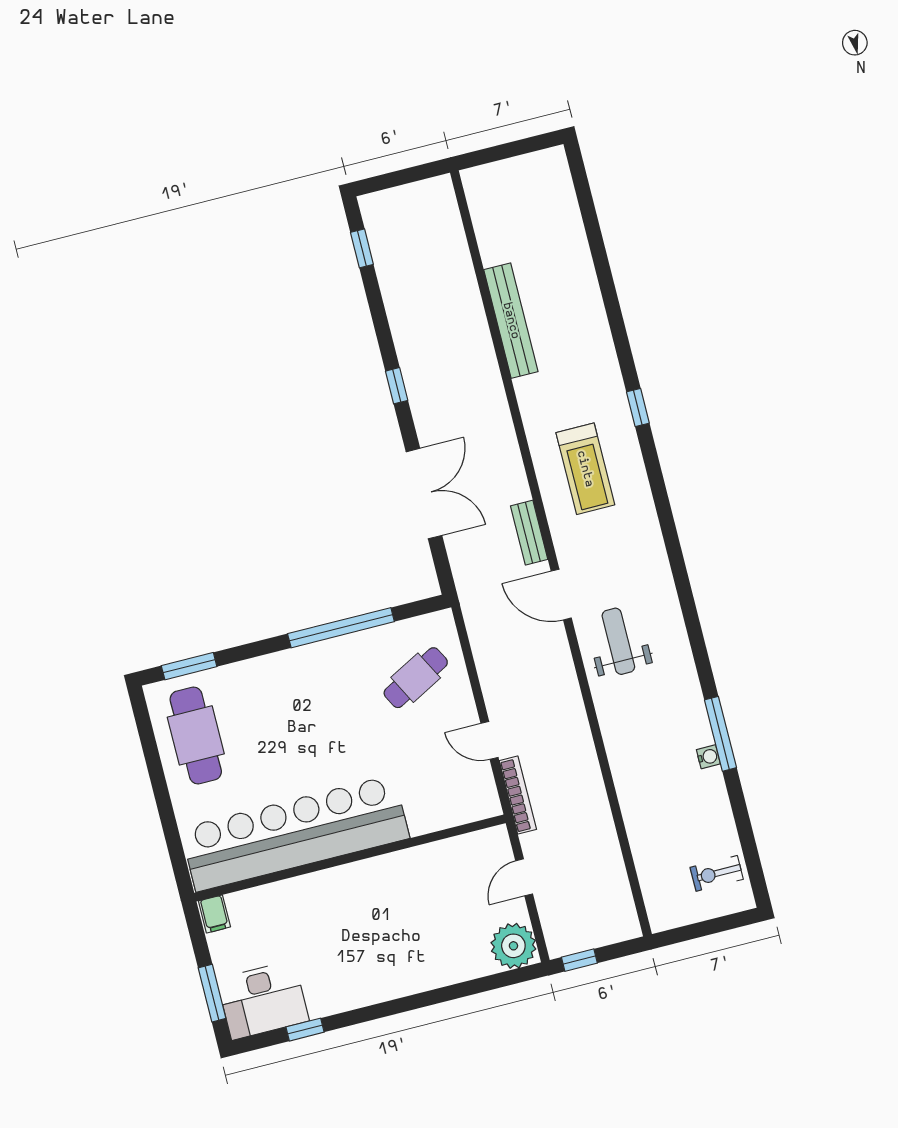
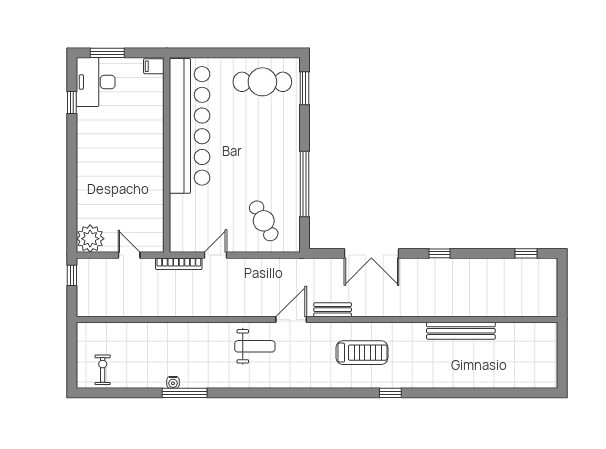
treadmill: (585, 469) -> (362, 353), turned 180

